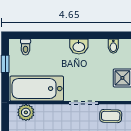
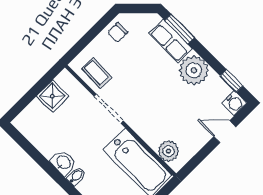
bidet: (113, 46) -> (76, 176), moved

